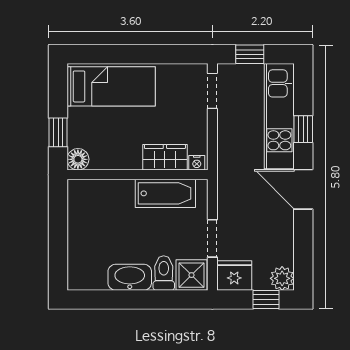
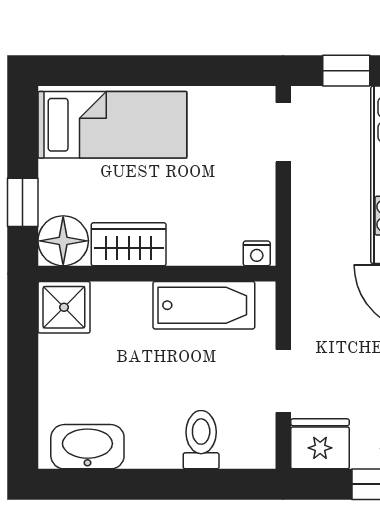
wardrobe: (165, 157) -> (129, 244), moved
floor lamp: (78, 159) -> (63, 241), width x1.38, depth x1.38
shower: (191, 275) -> (64, 307), moved
washbasin: (130, 277) -> (87, 447), moved

